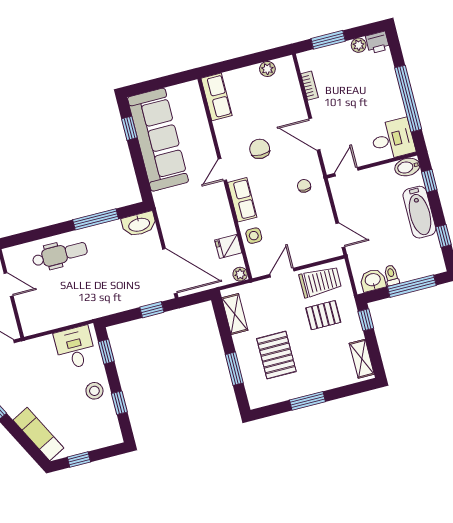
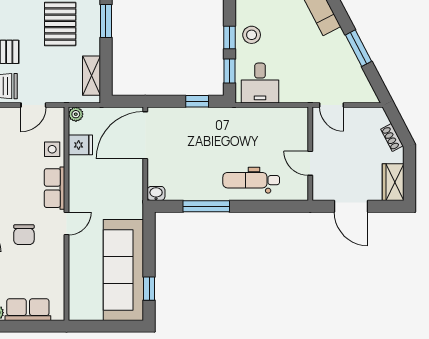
row of seats: (216, 97) -> (28, 310), moved, turned 90
washbasin: (139, 224) -> (156, 193), width x0.52, depth x0.69
door: (170, 271) -> (145, 135), hinge flipped
window: (152, 310) -> (197, 101), moved
window: (119, 403) -> (230, 38), moved

